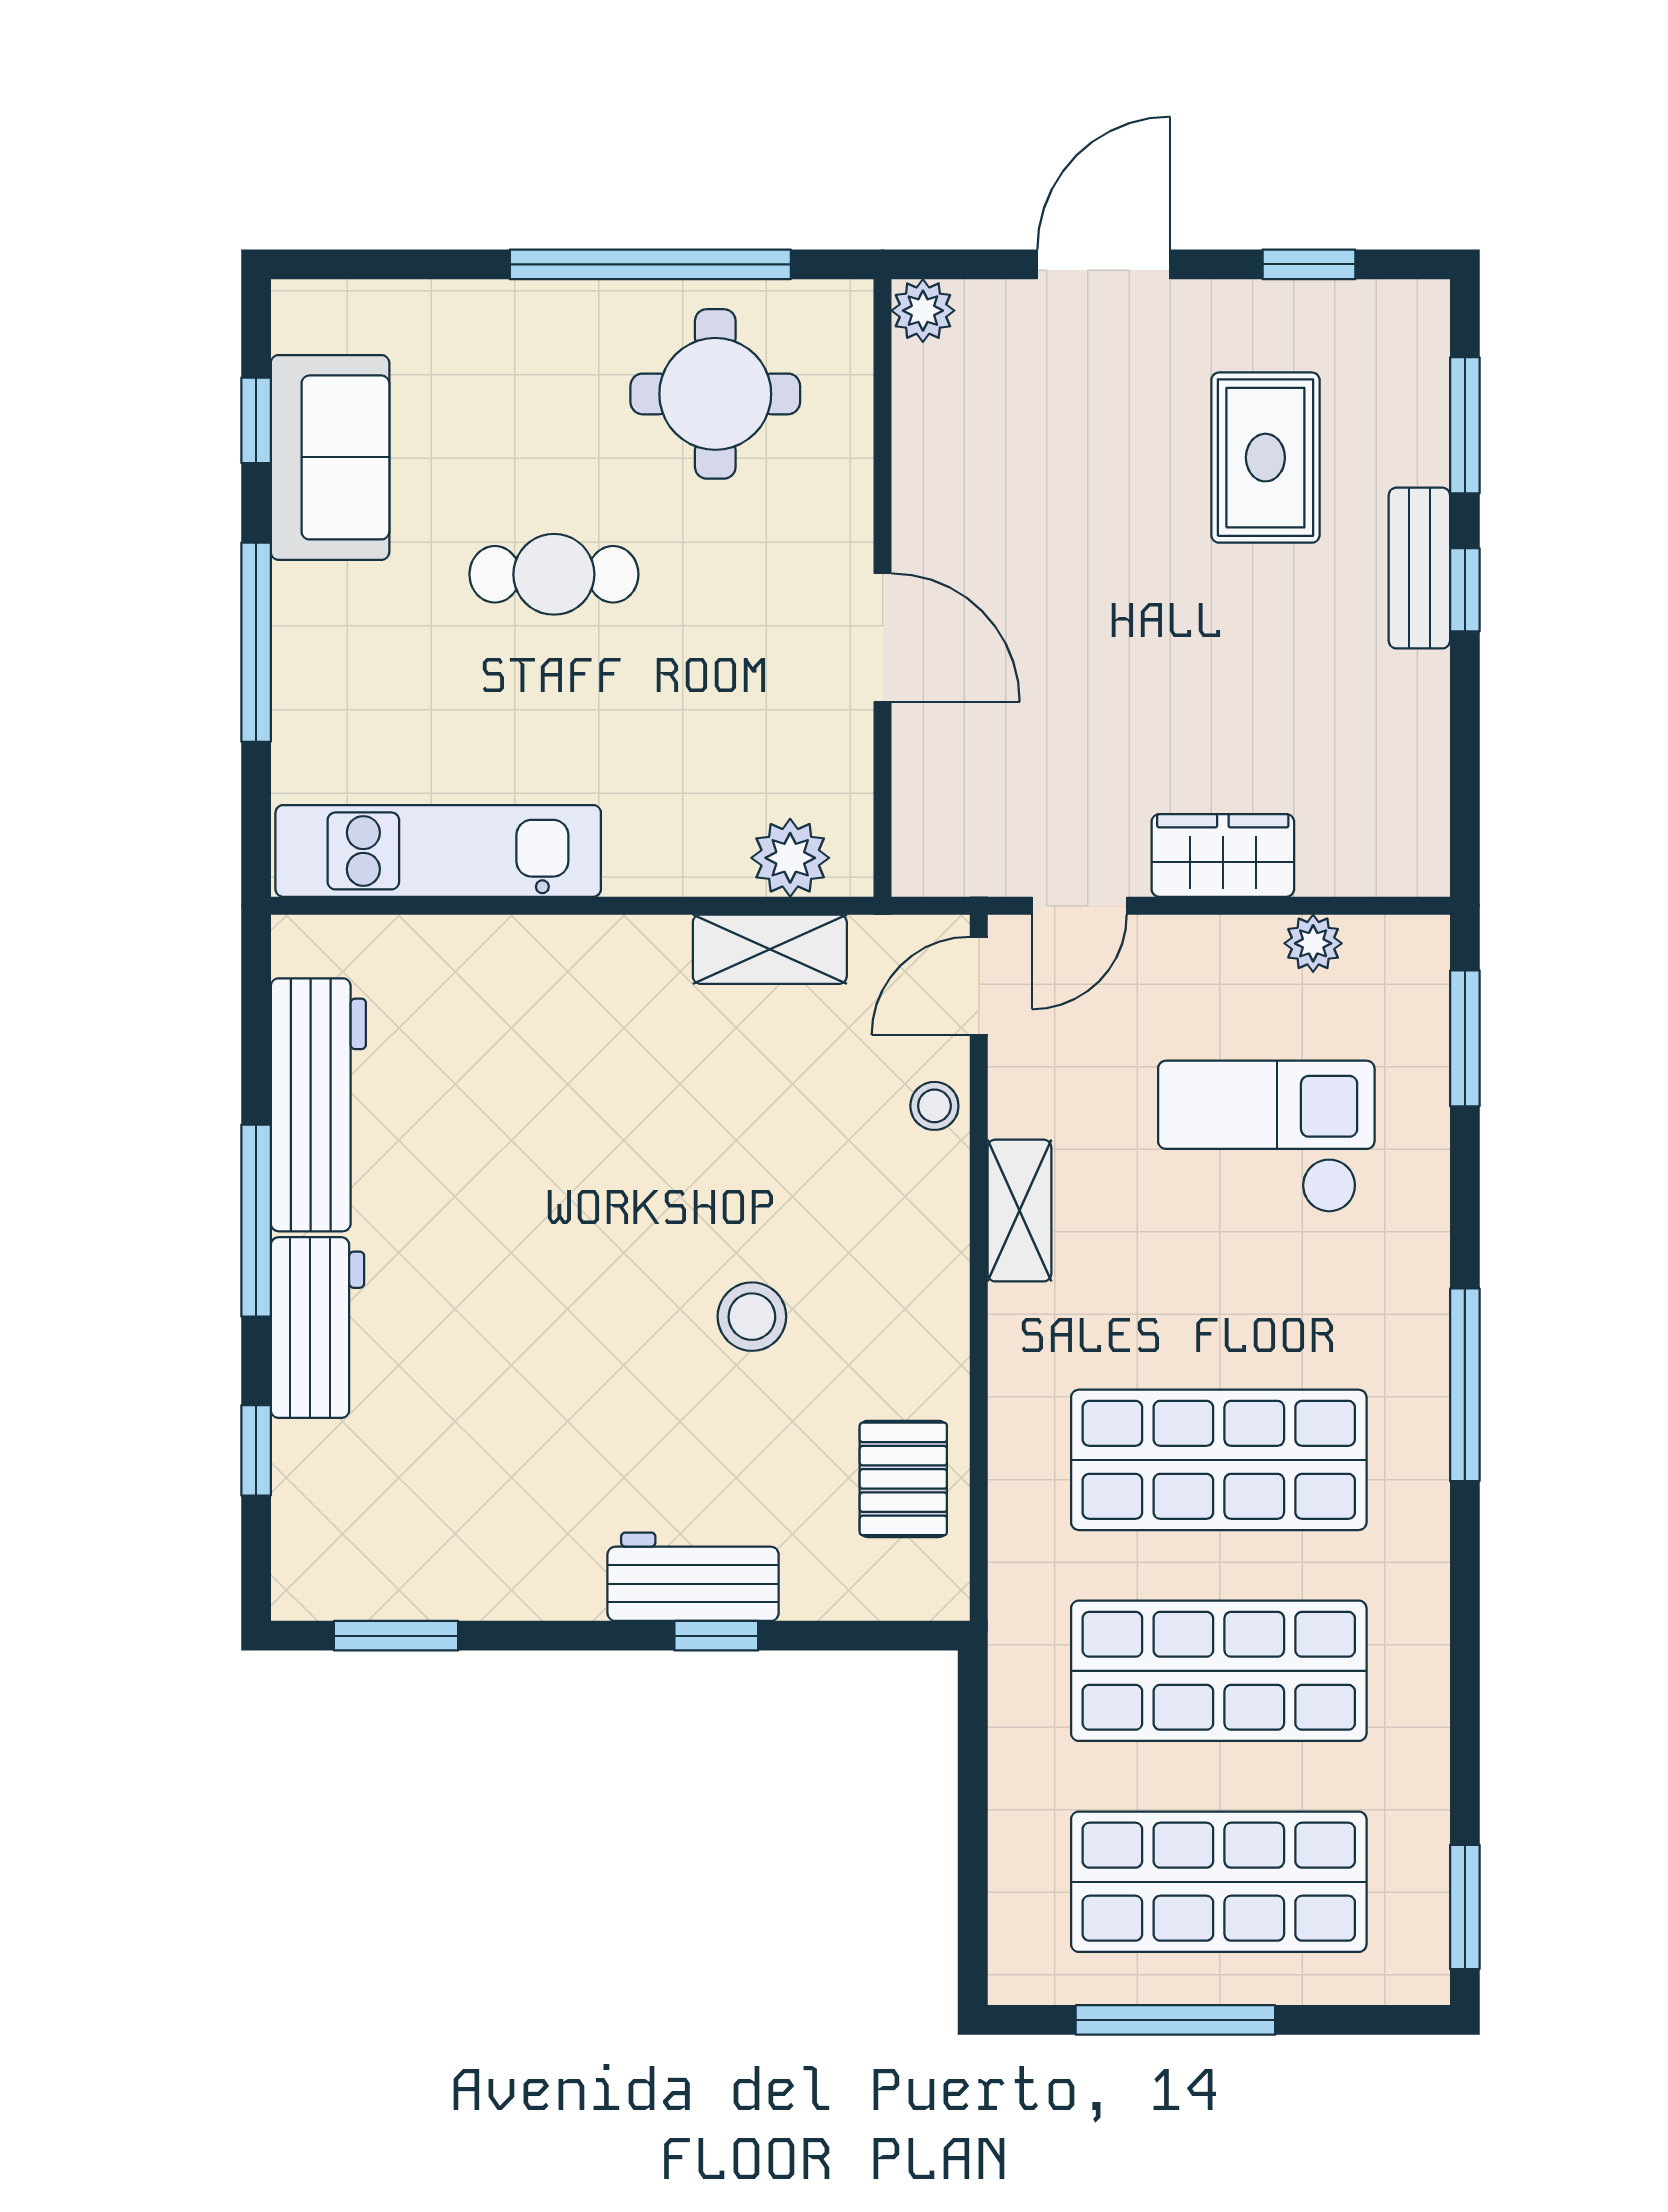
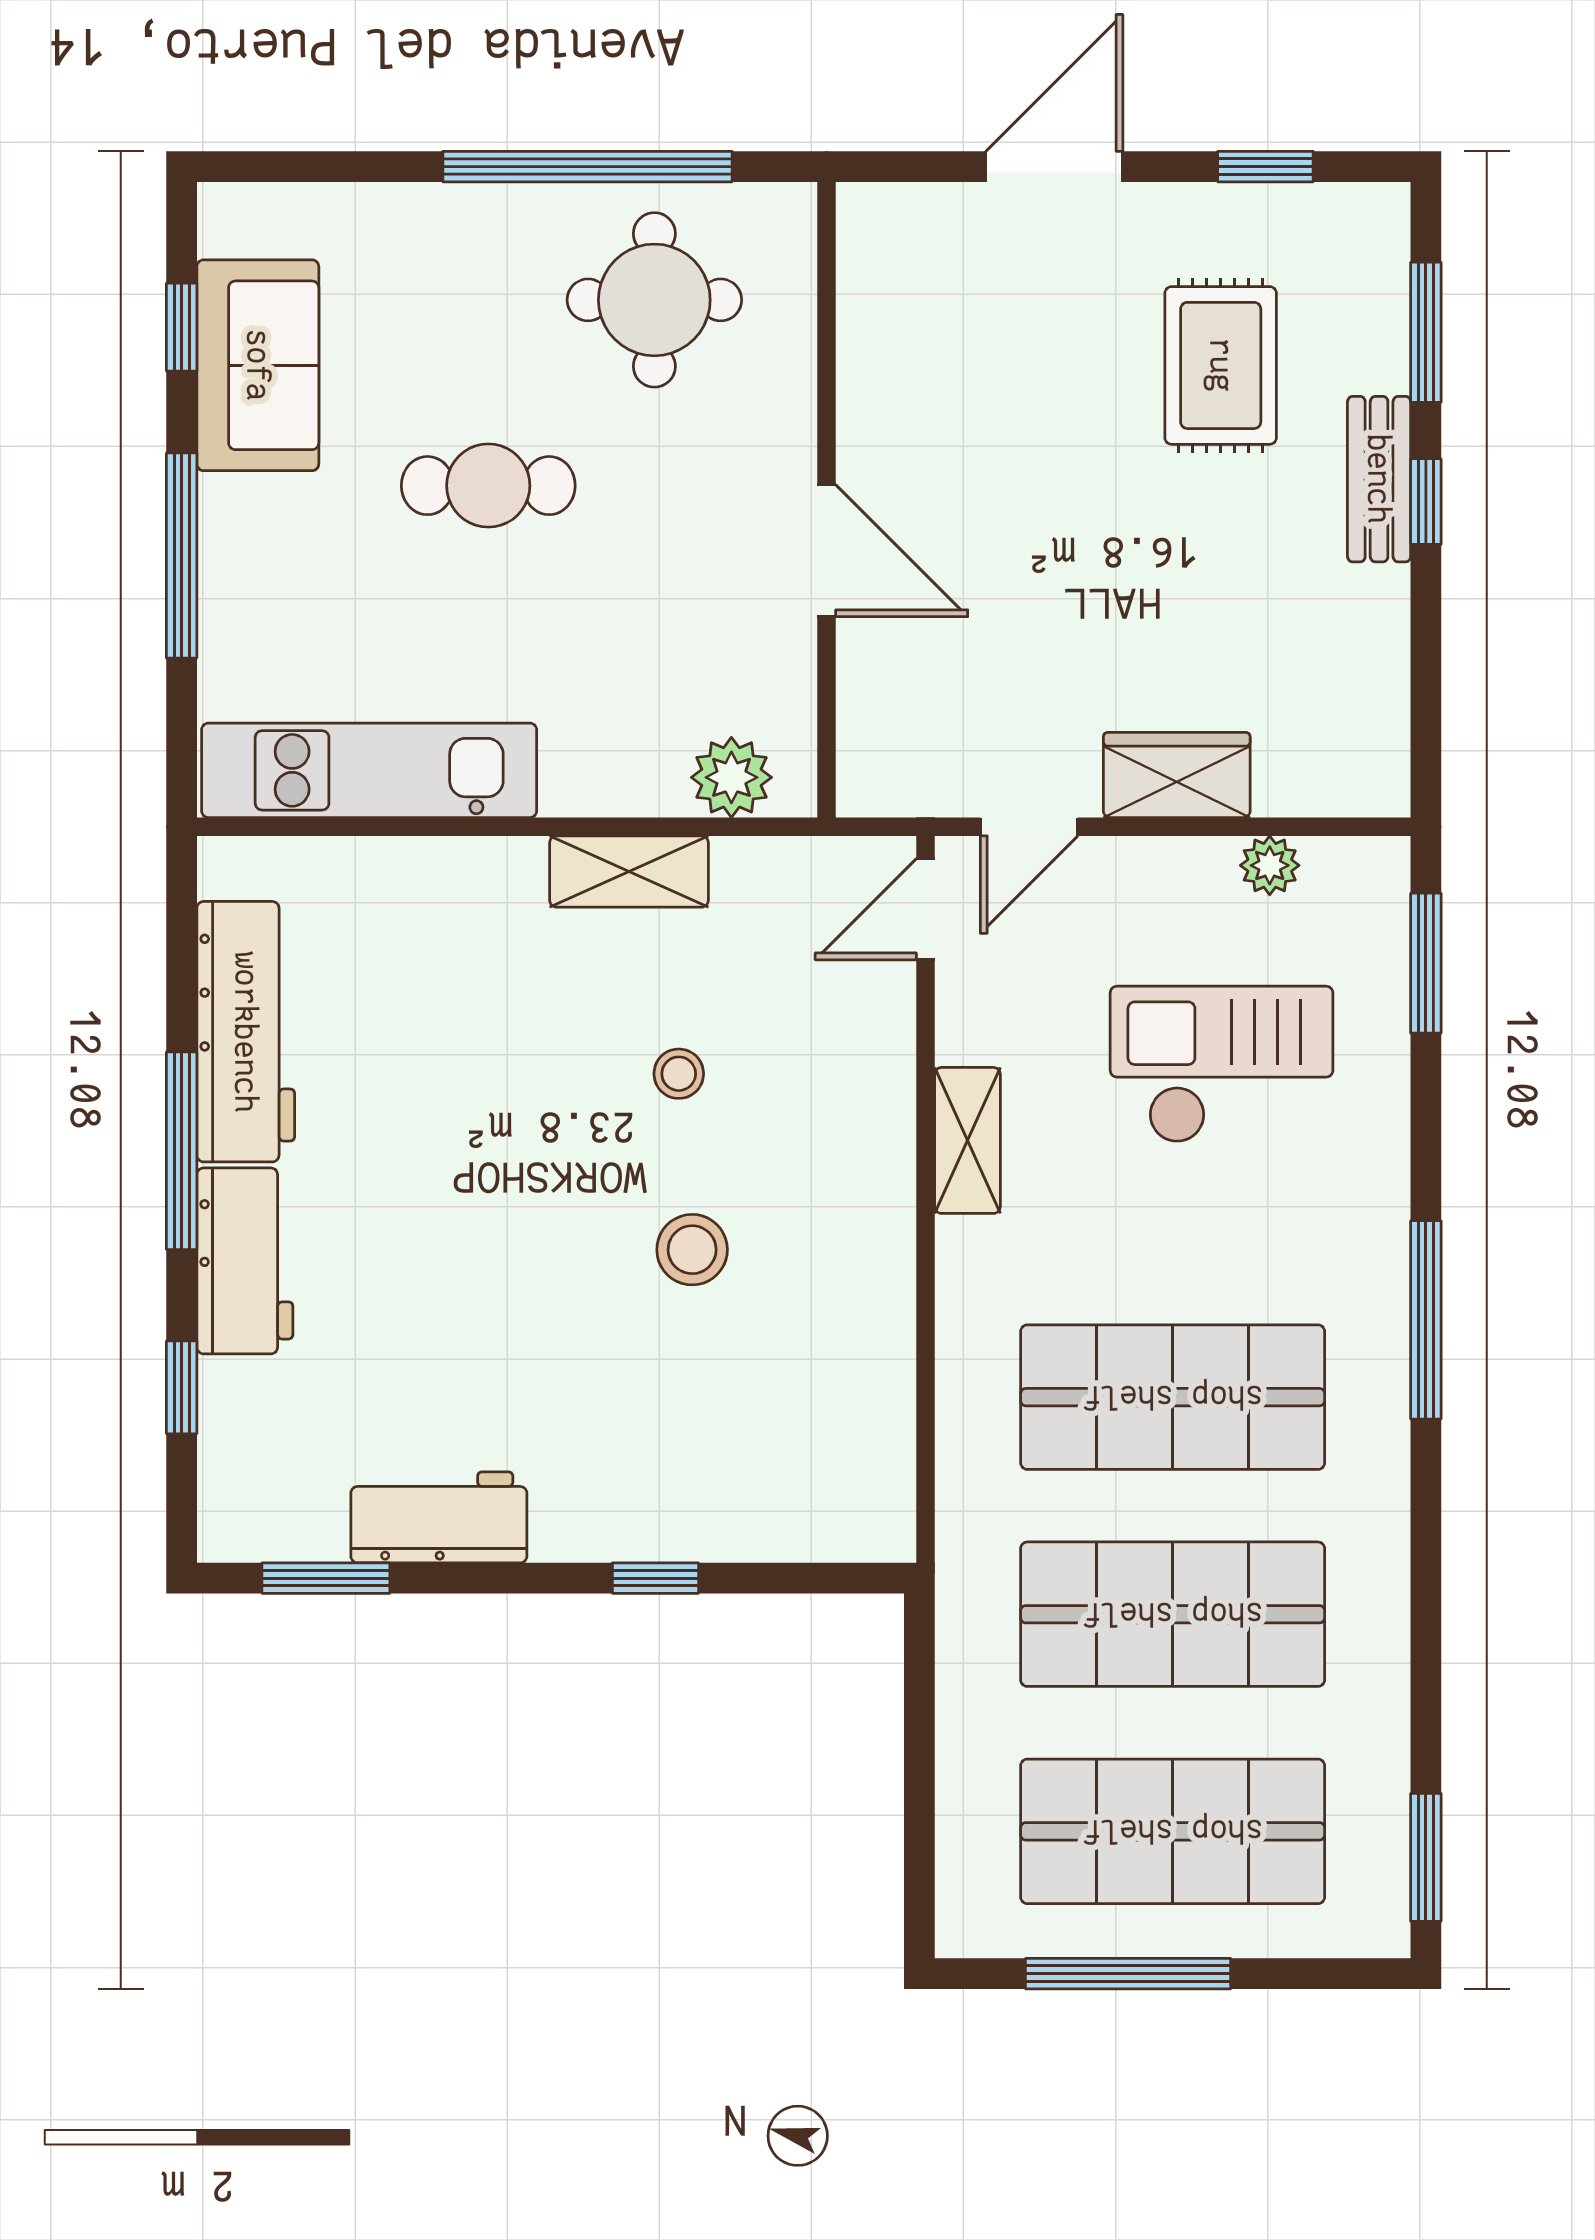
plant: (923, 311) -> (868, 214), removed
shelving: (770, 949) -> (629, 872), moved
stool: (934, 1106) -> (679, 1074), moved
pallet: (903, 1479) -> (848, 1417), removed
workbench: (693, 1577) -> (439, 1517), moved

